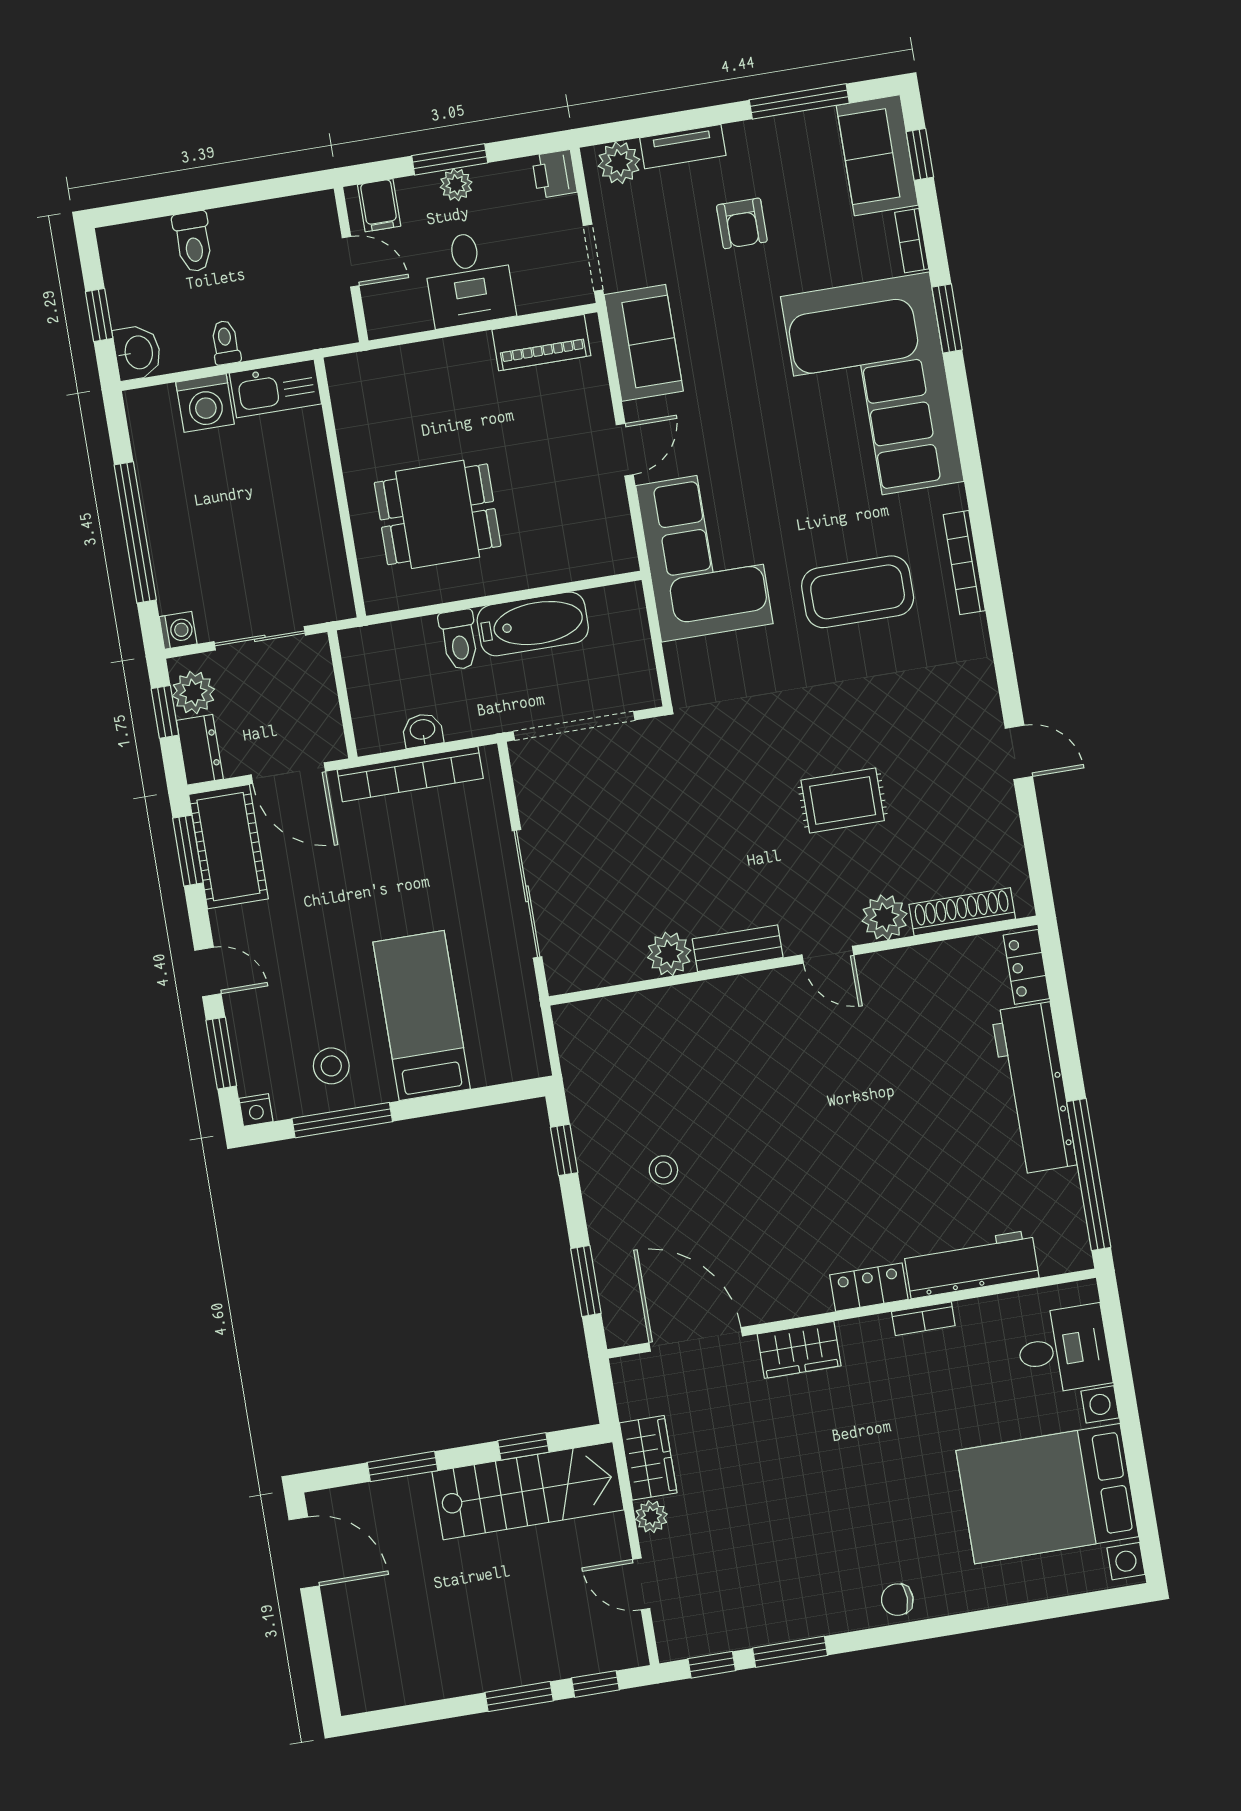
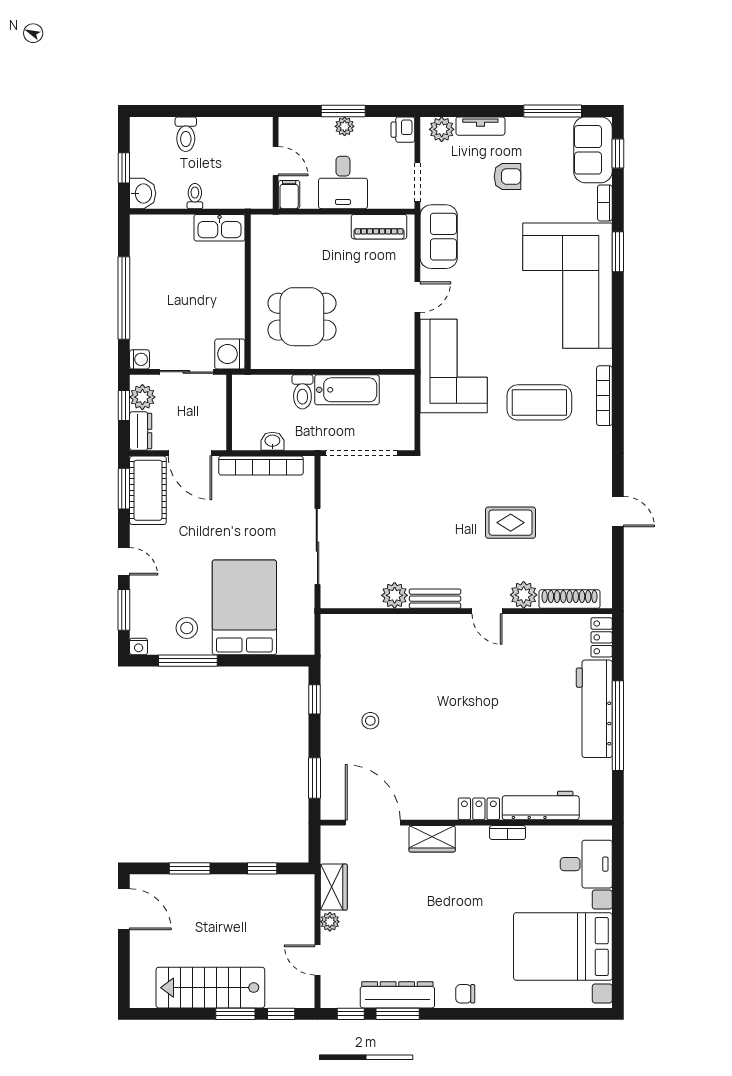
filing cabinet: (379, 205) -> (289, 195), moved, turned 180
armchair: (742, 223) -> (507, 176), turned -90
washing machine: (205, 403) -> (230, 354), moved, turned 90
bed: (422, 1015) -> (244, 607), width x1.50
window: (1089, 1174) -> (618, 726), moved
stairs: (528, 1491) -> (210, 988), moved, turned 180
dresser: (784, 1620) -> (397, 995), added

